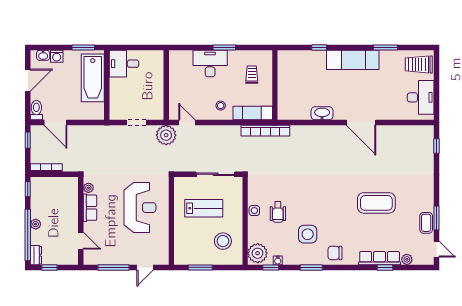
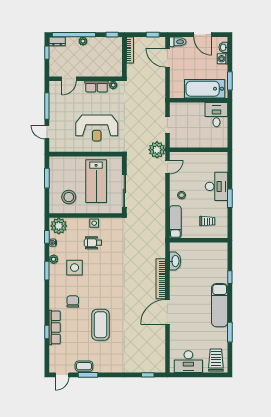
washbasin: (322, 113) -> (175, 261), moved
door: (55, 123) -> (167, 58), hinge flipped
bookcase: (265, 131) -> (161, 279), moved
lab bench: (204, 208) -> (96, 181), width x1.36, depth x1.39
chair: (335, 253) -> (73, 301), moved
plant: (407, 259) -> (54, 259), moved

